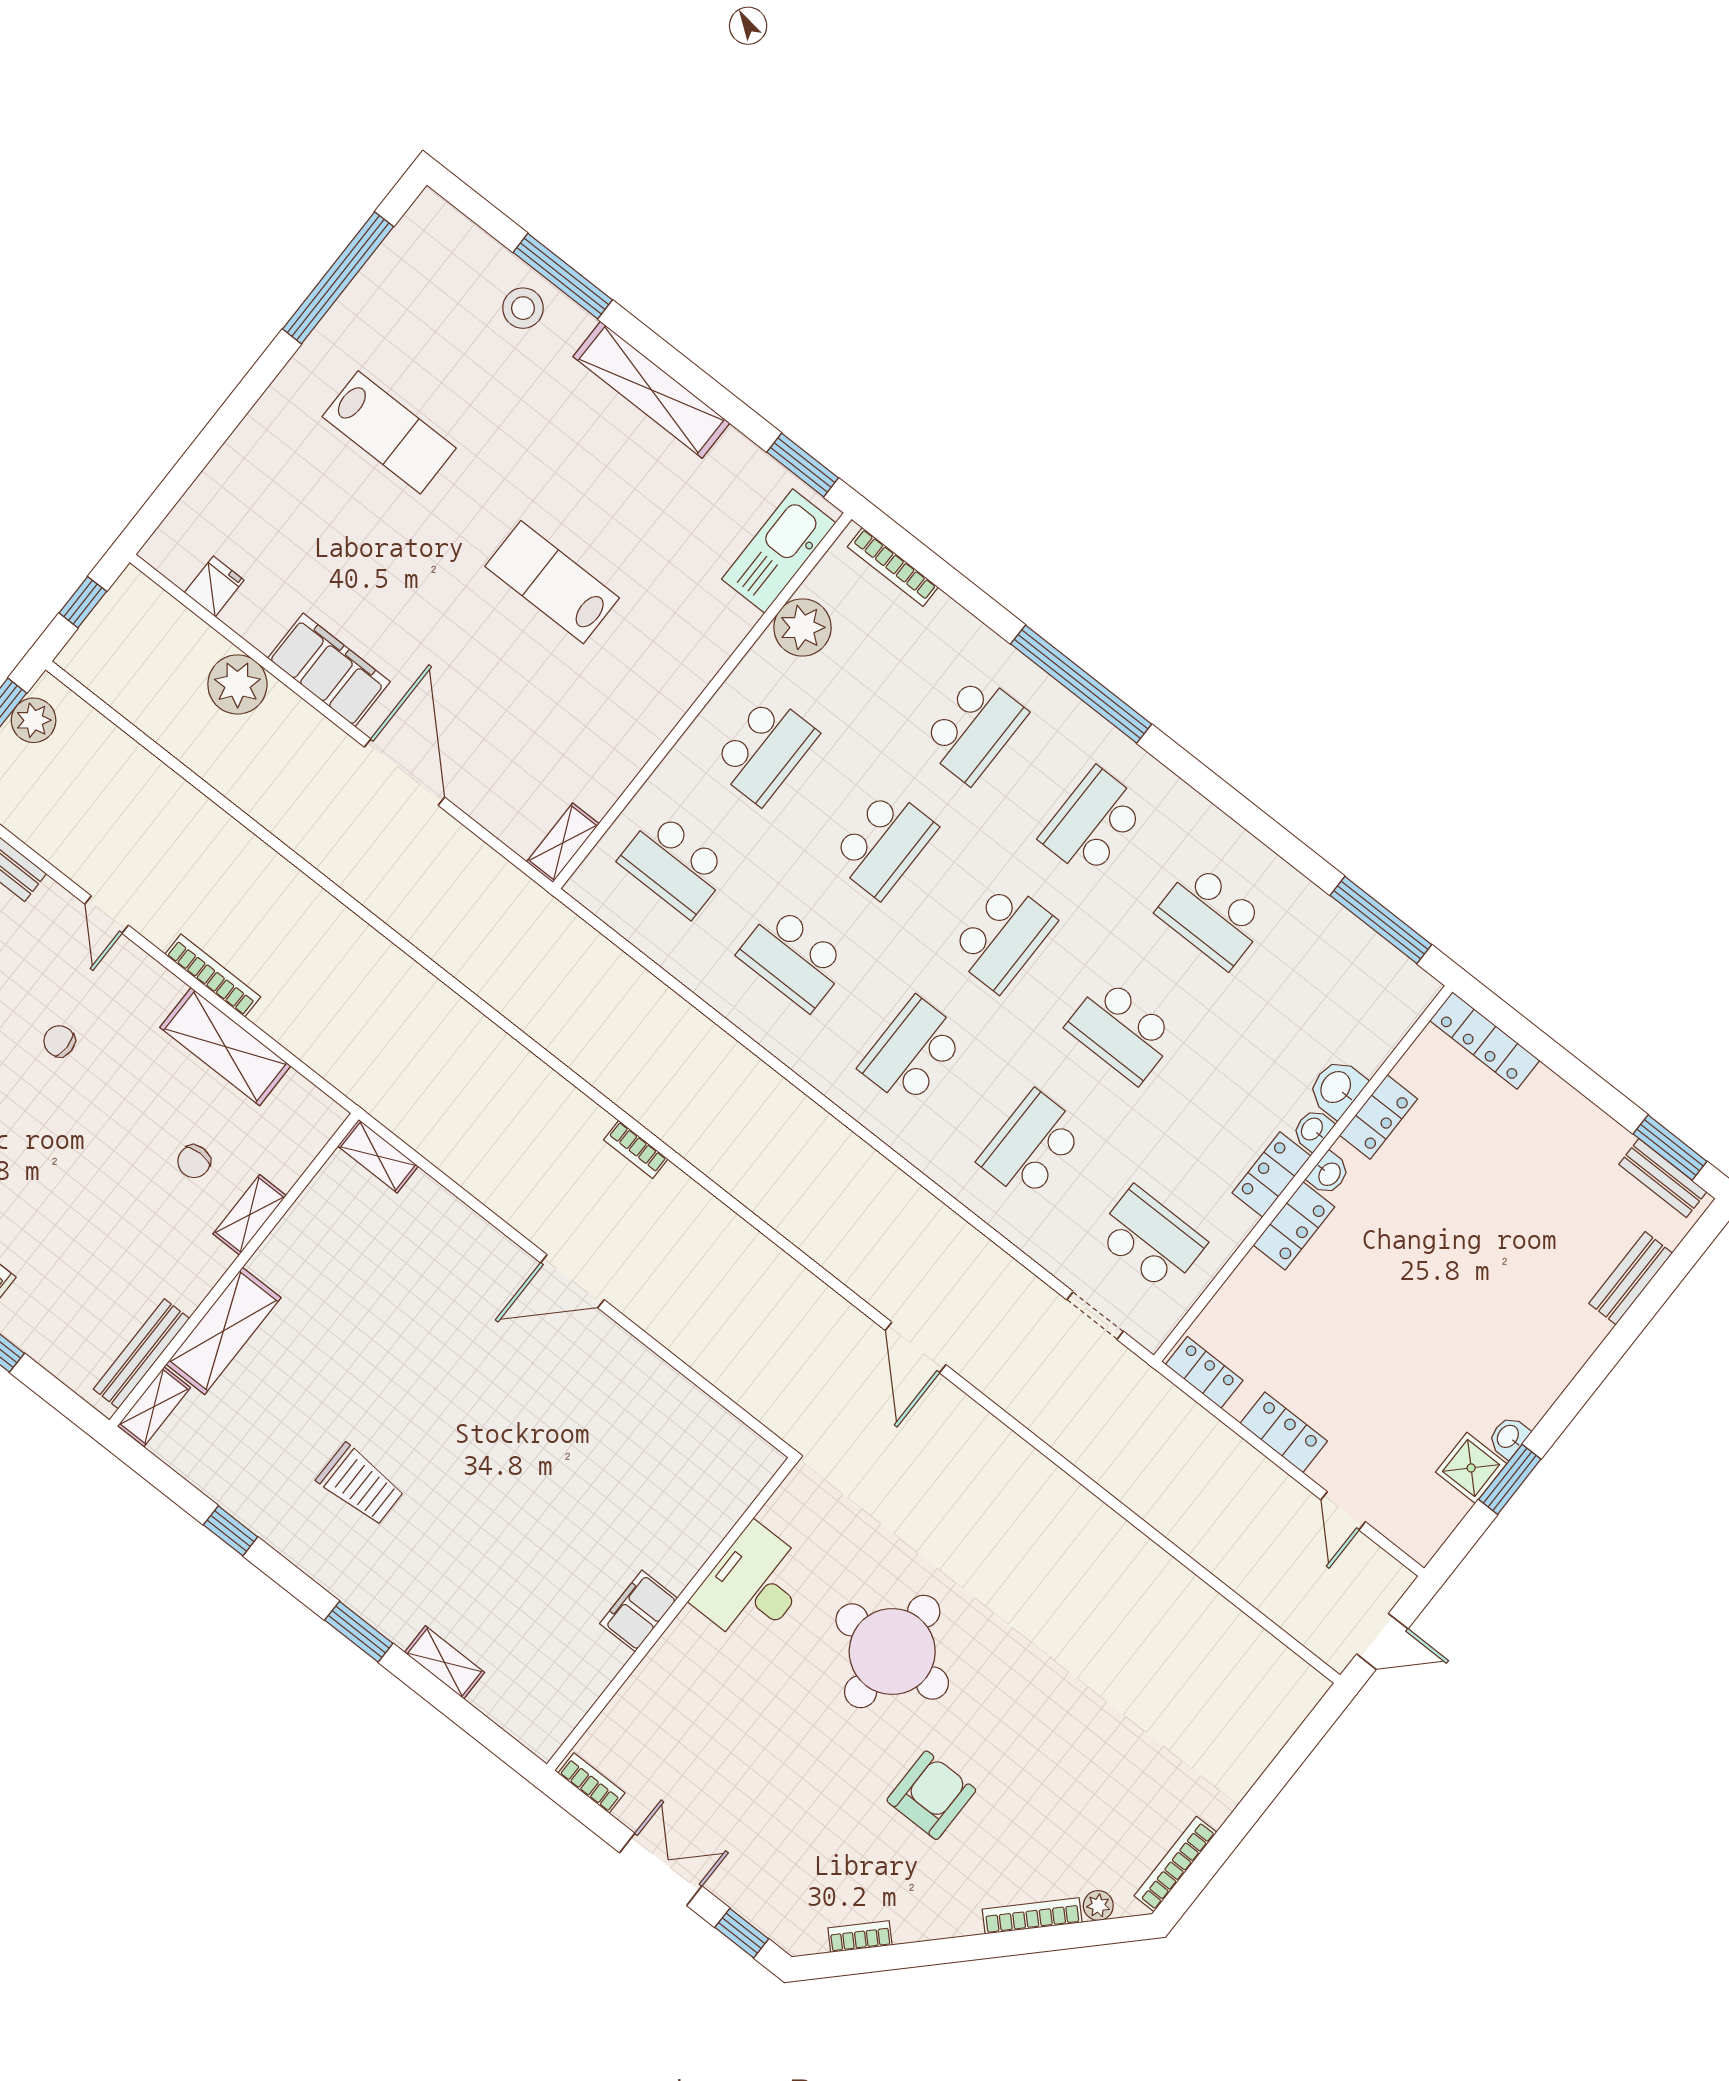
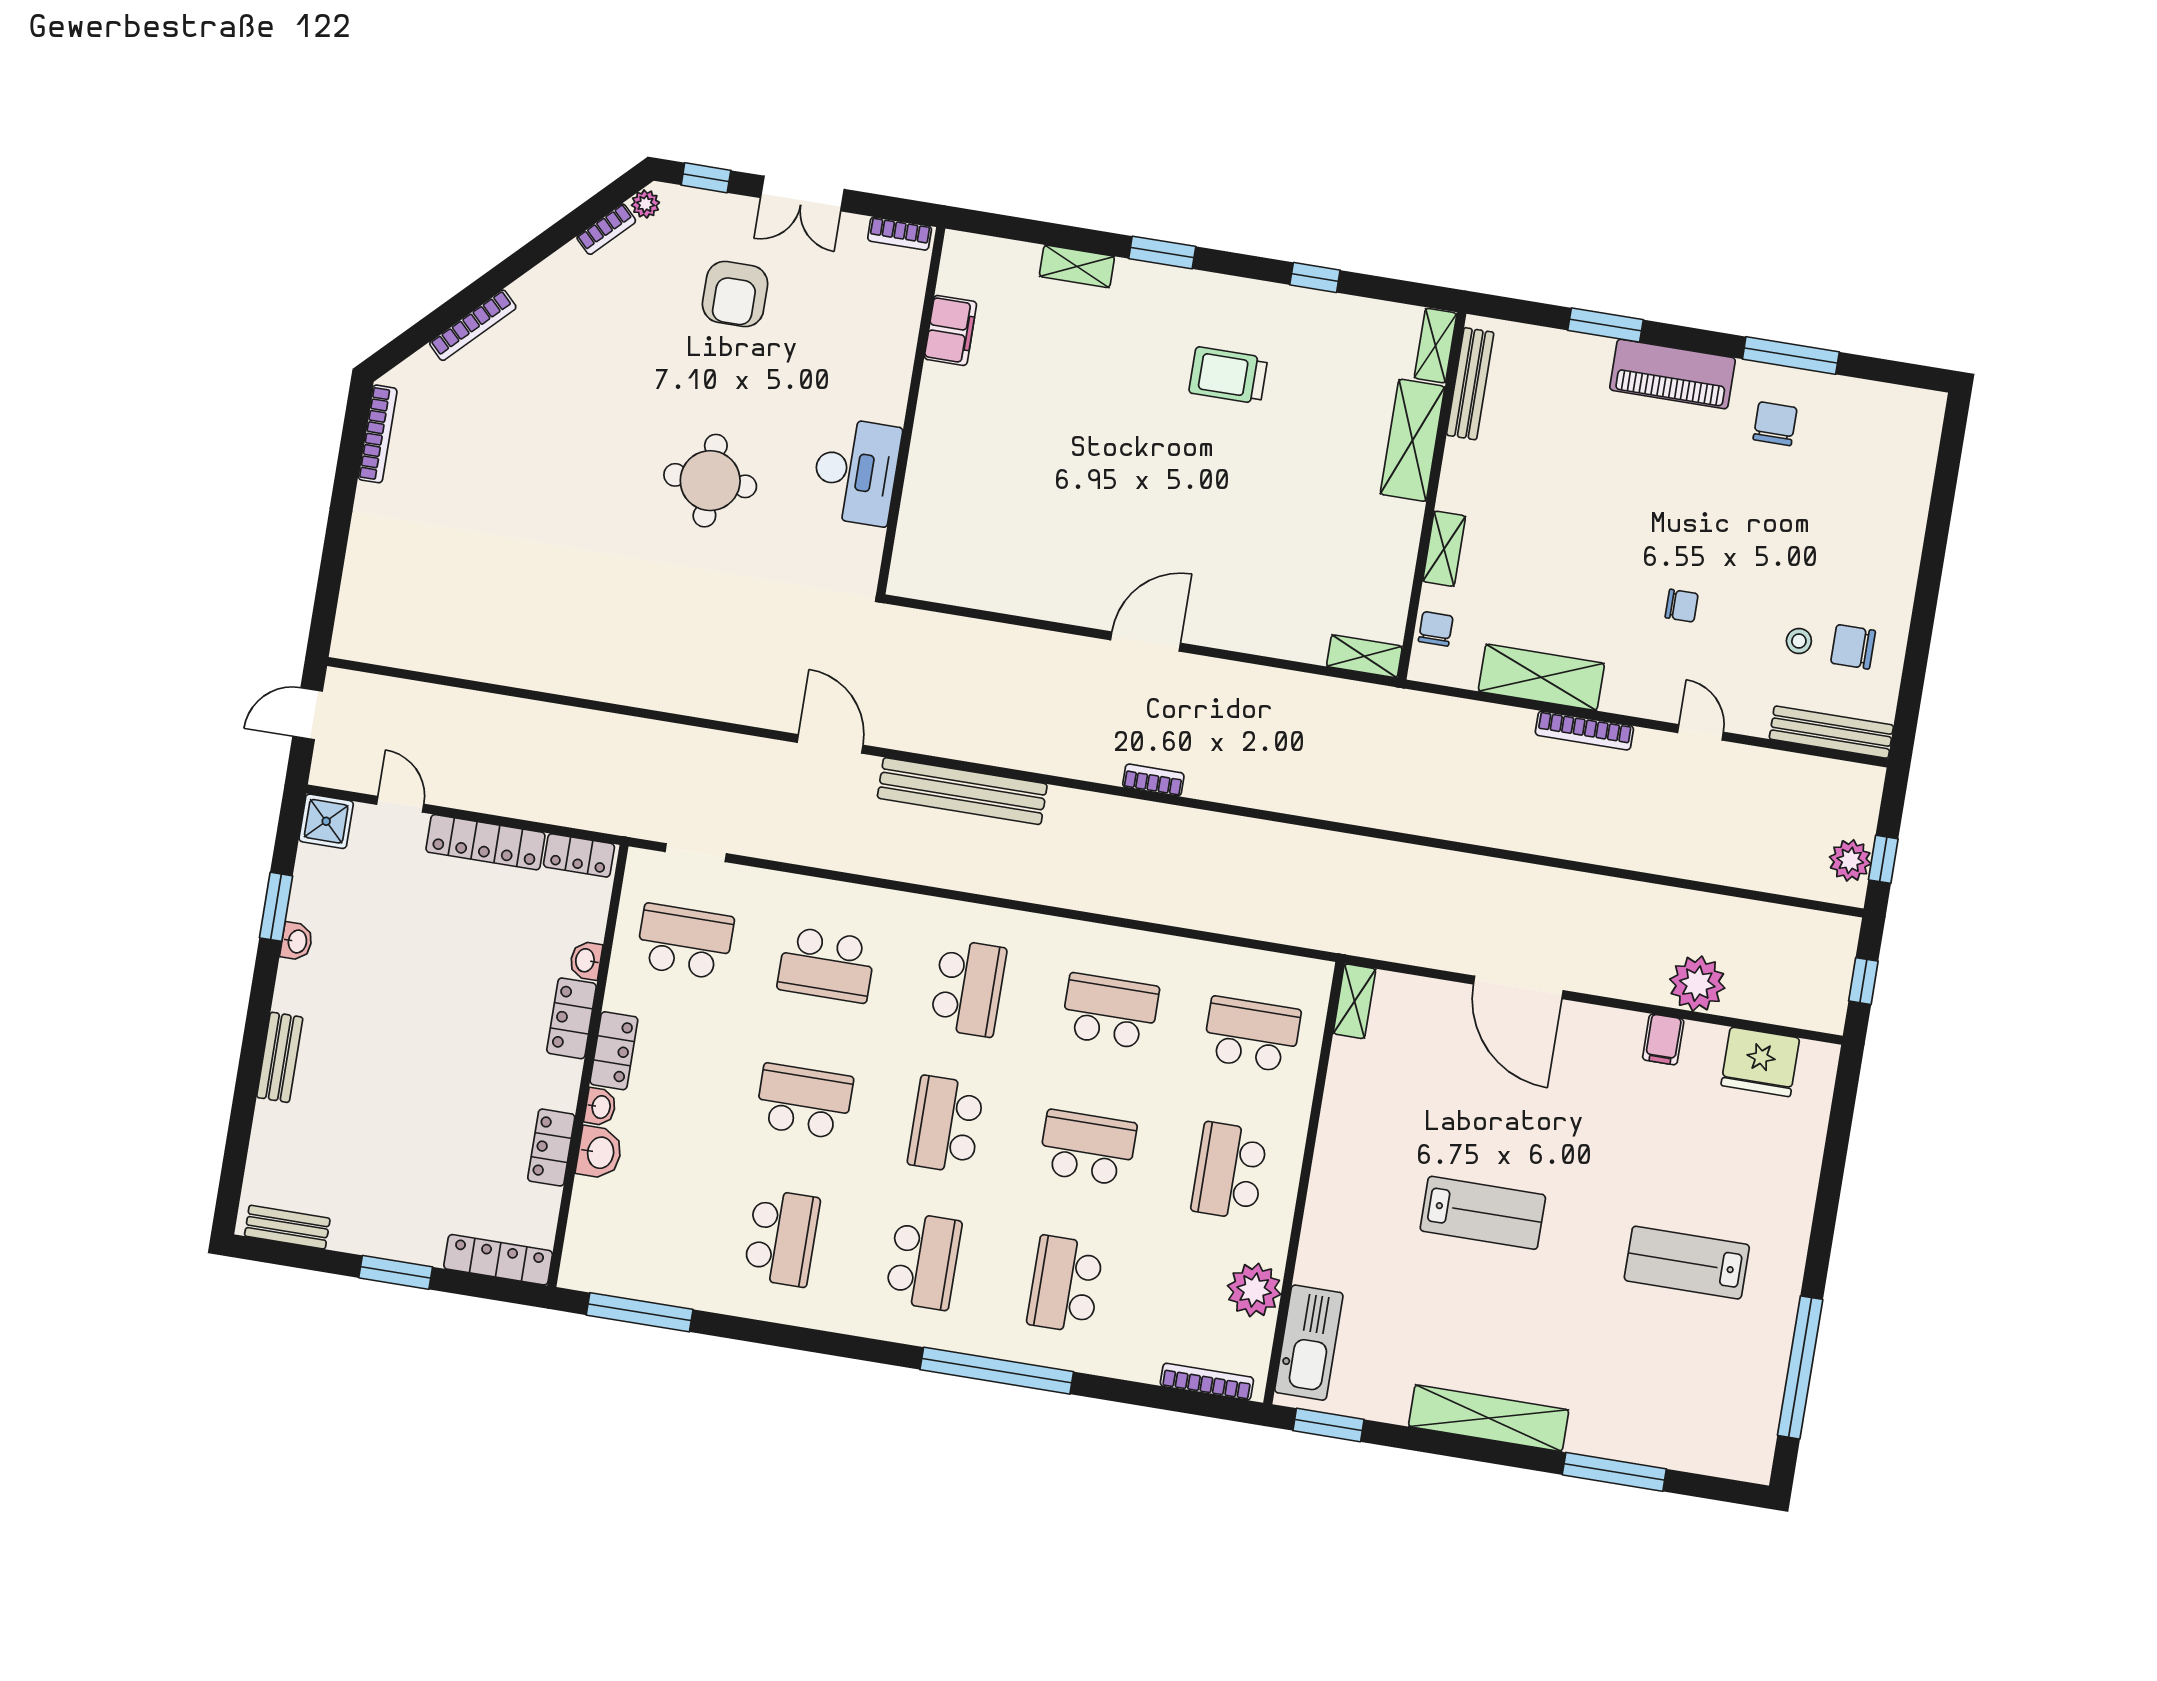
stool: (523, 308) -> (1633, 1427), removed
fridge: (214, 586) -> (1760, 1062), width x1.88, depth x1.34
filing cabinet: (329, 670) -> (1663, 1039), width x0.33, depth x0.86
school desk: (884, 844) -> (1088, 1148), turned 90
school desk: (1212, 916) -> (782, 1238), turned 90
school desk: (1031, 1145) -> (827, 965), turned 90
window: (1670, 1148) -> (396, 1272), moved
chair: (194, 1161) -> (1436, 629), moved
washbasin: (1329, 1174) -> (586, 960), moved
bench: (818, 1237) -> (962, 791), added
school desk: (1150, 1239) -> (685, 942), turned 180
bench: (1631, 1278) -> (280, 1057), moved
locker: (1284, 1432) -> (485, 842), width x1.53
shower: (1471, 1468) -> (326, 821), moved
filing cabinet: (639, 1611) -> (950, 330), moved
round table: (892, 1651) -> (710, 481), width x0.73, depth x0.73
armchair: (931, 1795) -> (735, 294), moved
plant: (1098, 1906) -> (645, 204), moved

